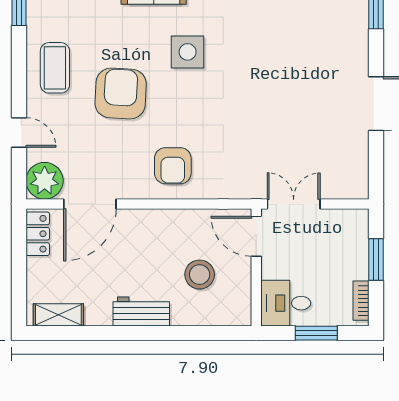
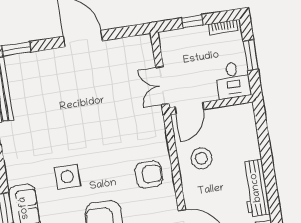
window: (376, 259) -> (192, 21), width x0.67
stool: (200, 275) -> (201, 158), moved
workbench: (141, 312) -> (256, 188), width x1.38

